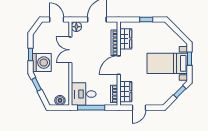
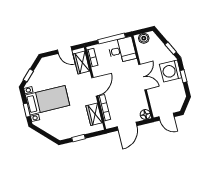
double door: (70, 50) -> (142, 77), moved
door: (139, 108) -> (65, 50), swing flipped

